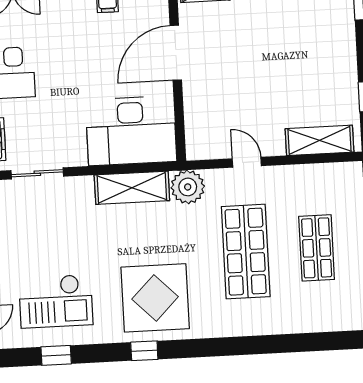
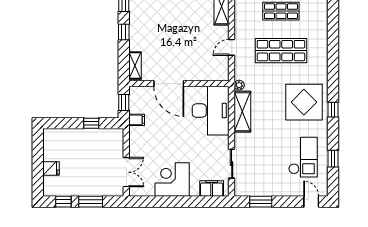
plant: (188, 187) -> (239, 85), width x0.53, depth x0.53

